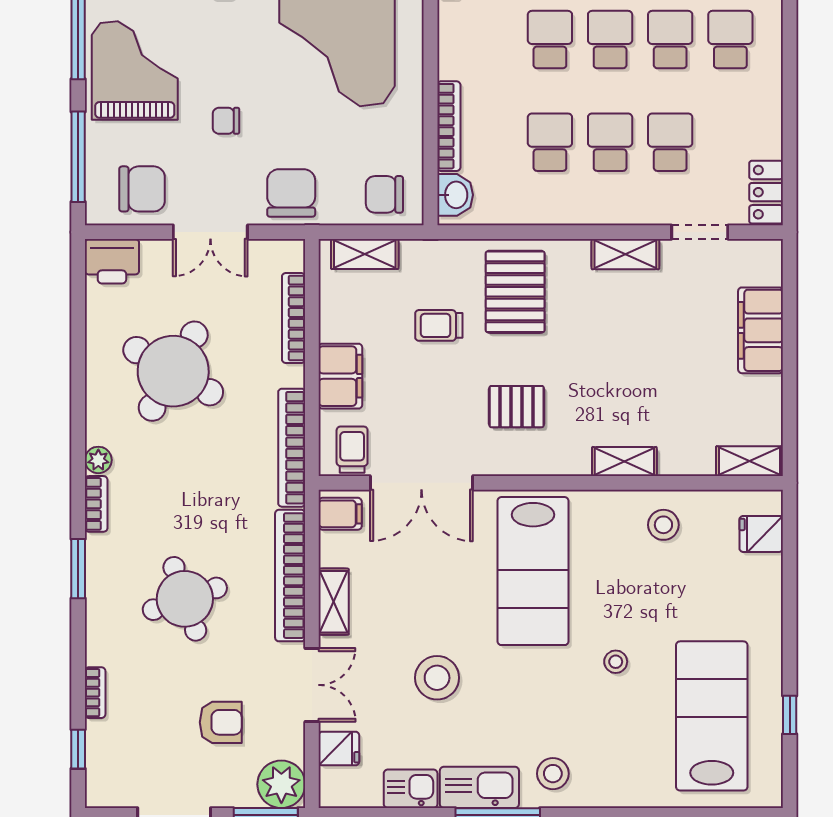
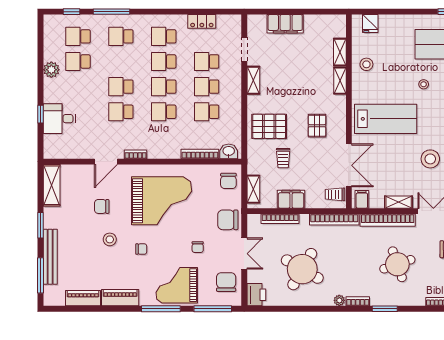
locker: (766, 192) -> (202, 21), moved
filing cabinet: (340, 376) -> (291, 199), moved
shelving: (749, 461) -> (340, 52), moved

